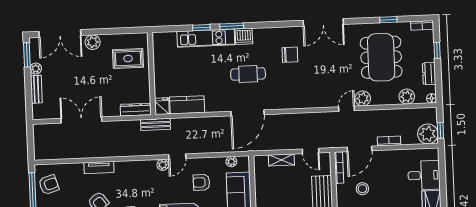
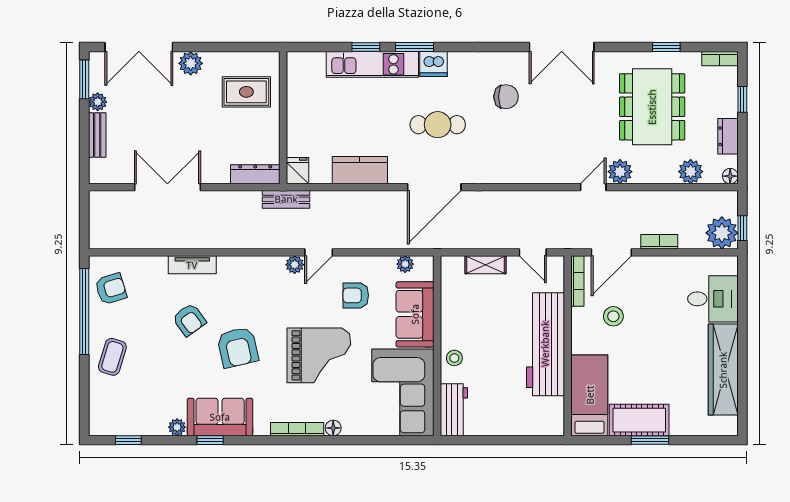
kitchen counter: (187, 105) -> (360, 170), moved

